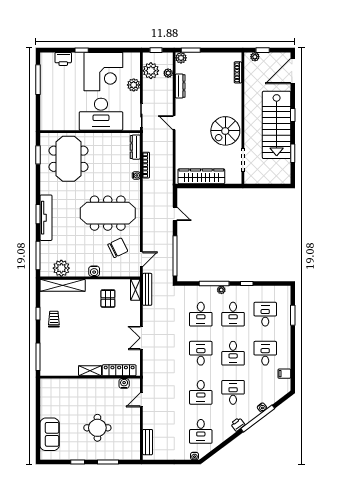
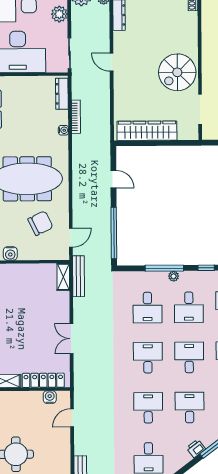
pallet: (108, 299) -> (28, 288), removed
desk: (233, 353) -> (189, 357), turned 180
desk: (201, 392) -> (148, 408), turned 180

